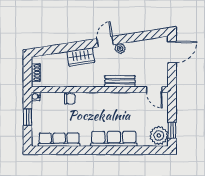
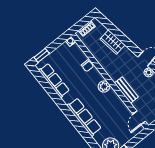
wardrobe: (81, 57) -> (112, 42), moved
plant: (101, 99) -> (104, 86), added
window: (28, 117) -> (42, 55), moved

